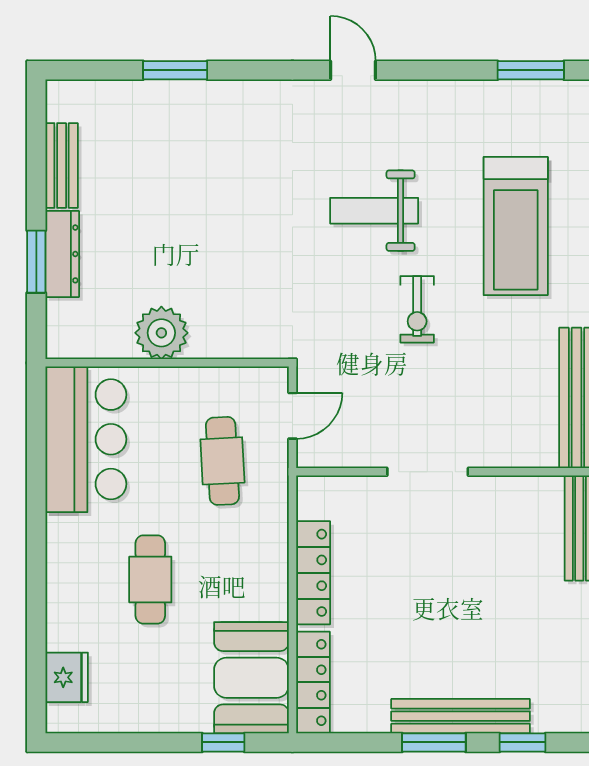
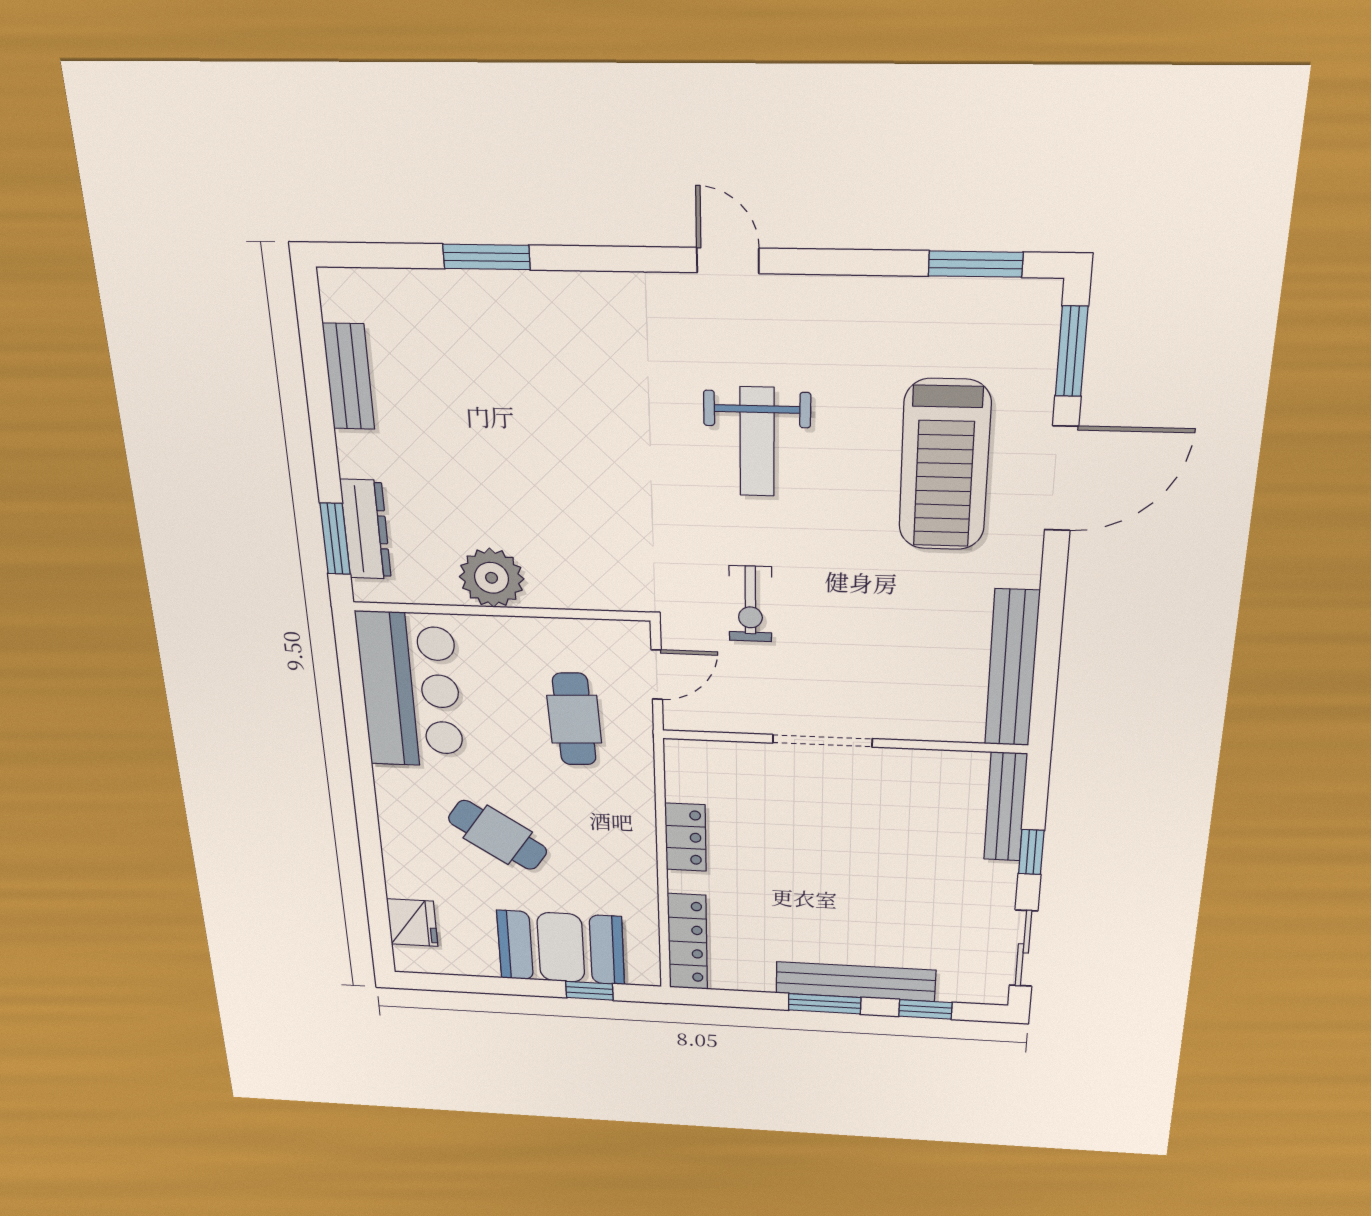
weight bench: (374, 211) -> (757, 442), turned -90
dresser: (62, 254) -> (366, 529), moved
window: (36, 262) -> (335, 539), moved
exercise bike: (417, 309) -> (750, 604), moved
locker: (313, 573) -> (686, 837), width x0.66
cafe table: (150, 579) -> (498, 835), turned -56
booth: (251, 678) -> (561, 947), moved, turned 90

